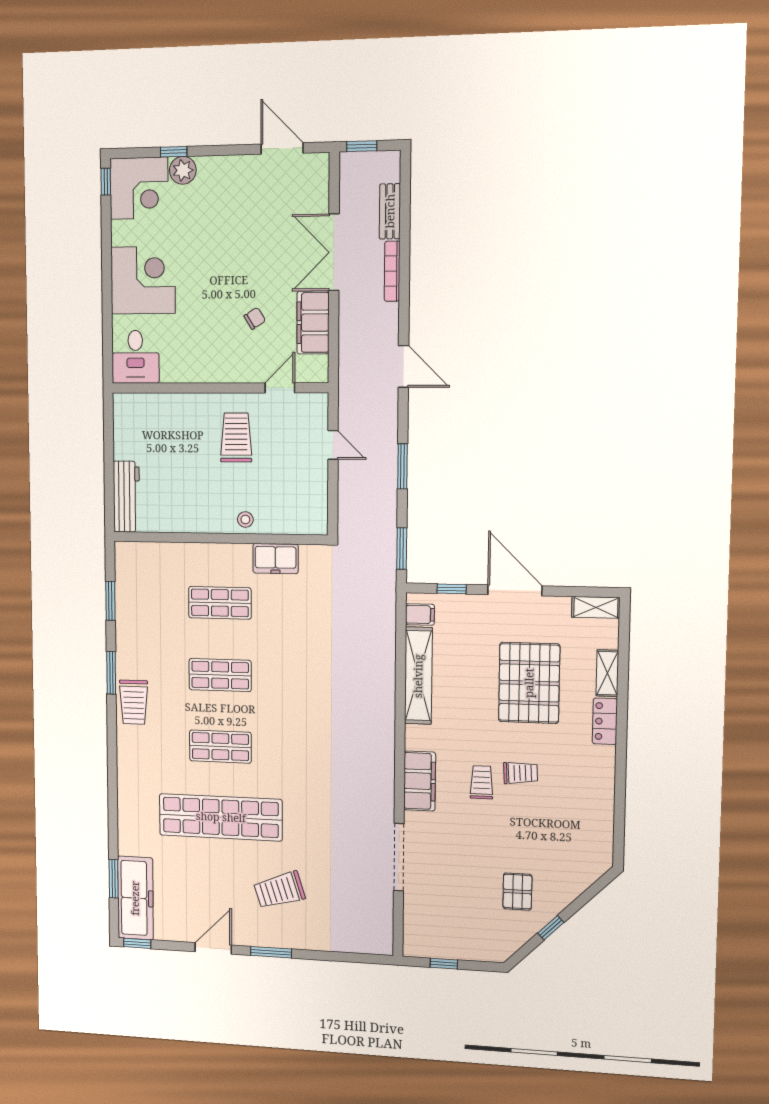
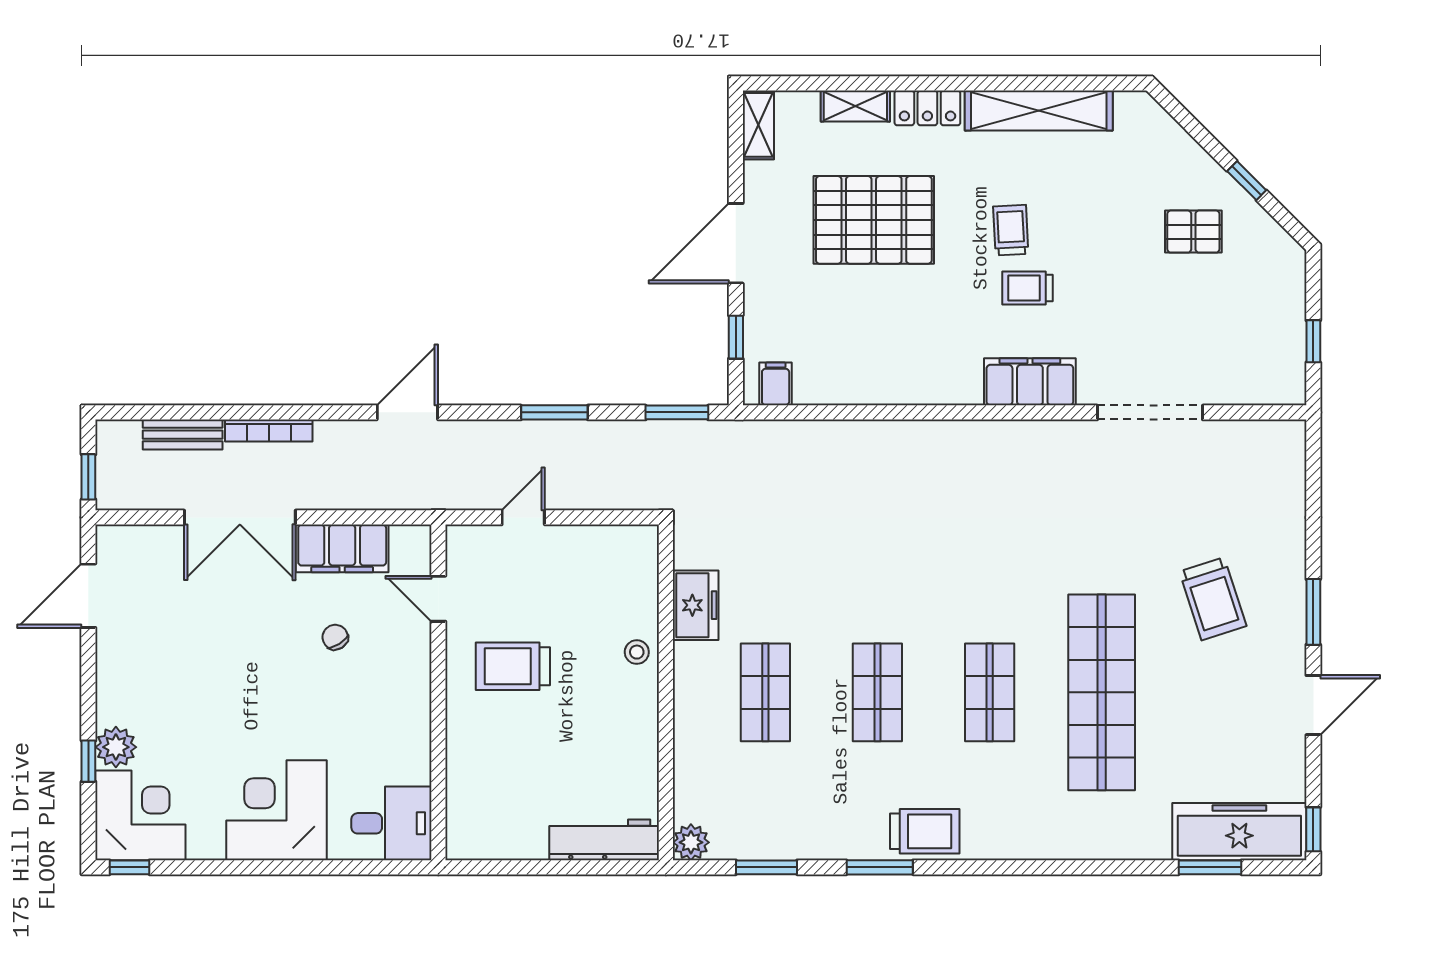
plant: (125, 553) -> (691, 842), added
shelving: (418, 676) -> (1039, 111), moved
door: (213, 948) -> (1313, 705), swing flipped

